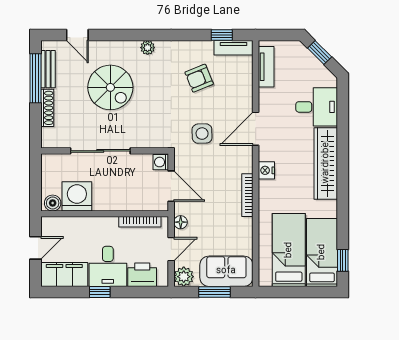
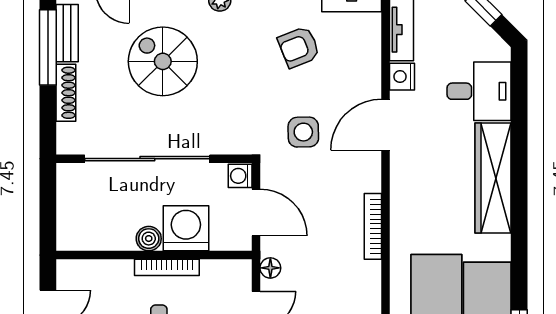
spiral stairs: (110, 87) -> (163, 61), turned 180
sliding door: (100, 151) -> (147, 159), width x1.36
nightstand: (266, 170) -> (402, 77), moved
washing machine: (77, 196) -> (186, 228), moved
boiler: (53, 203) -> (149, 239), moved
bookcase: (140, 222) -> (167, 267), moved

